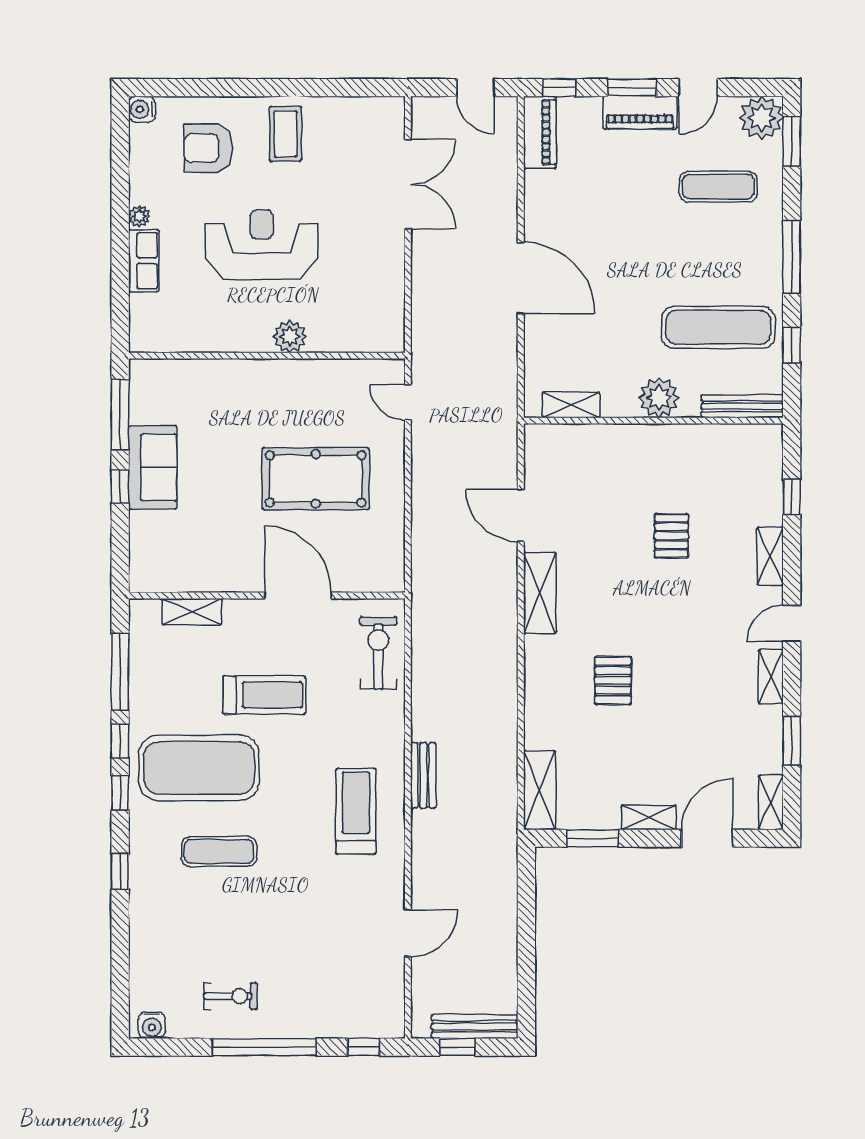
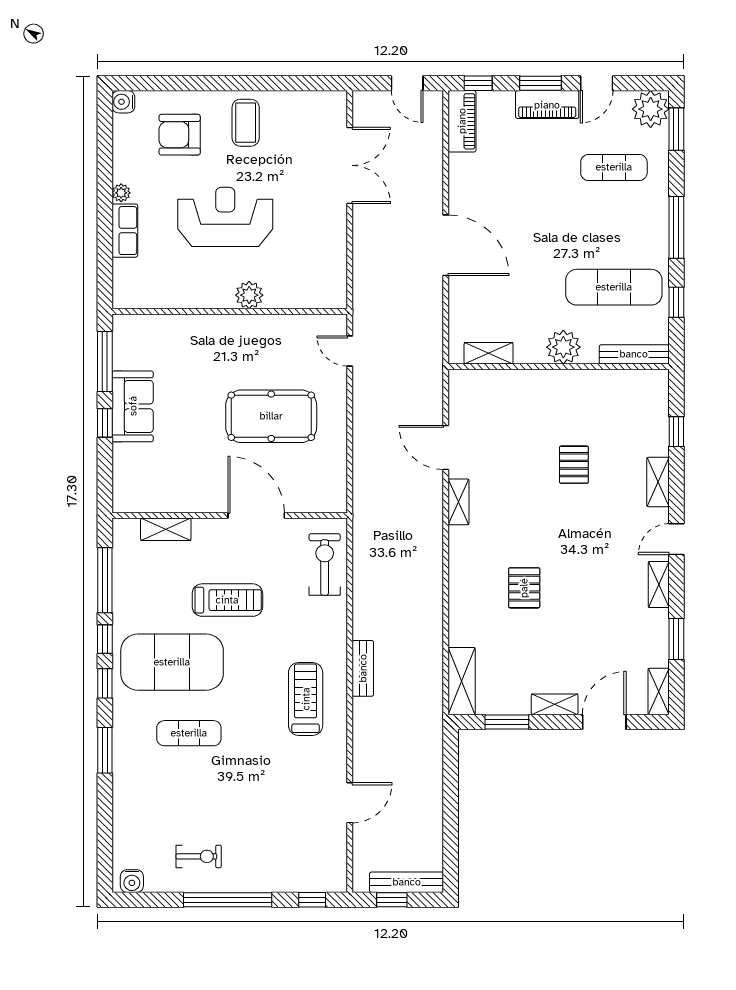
shelving: (540, 593) -> (459, 502), width x0.67, depth x0.75
window: (120, 871) -> (105, 750), width x1.50

